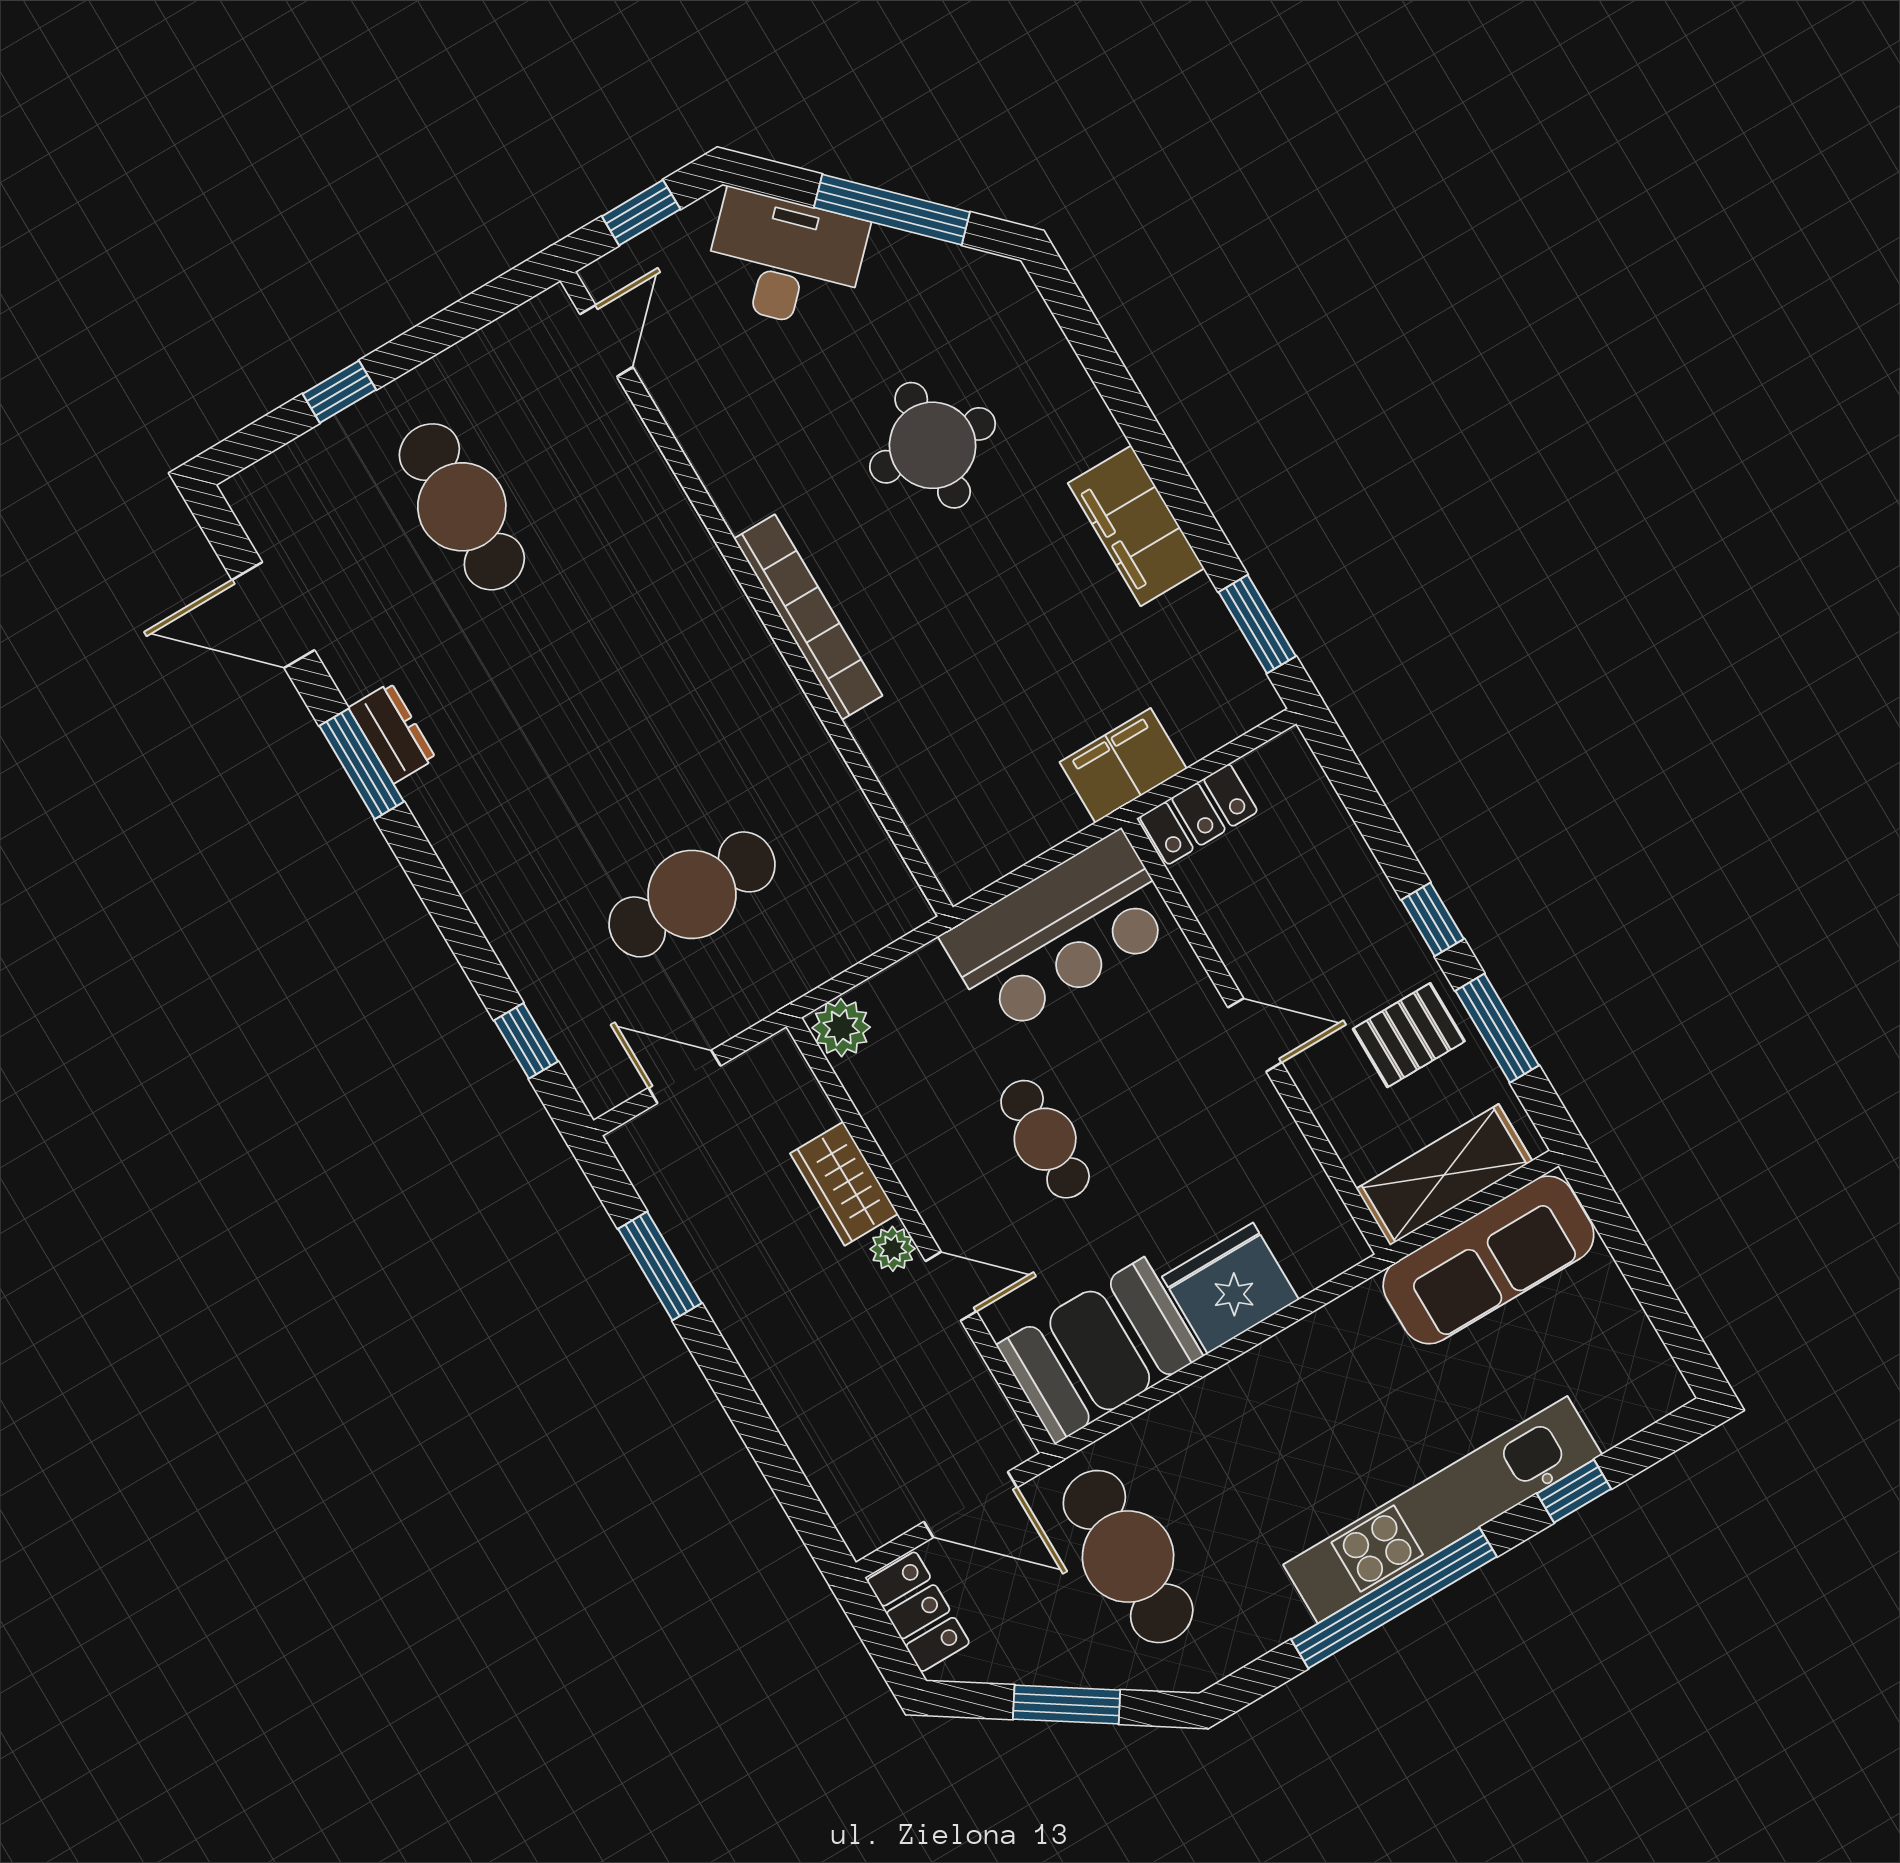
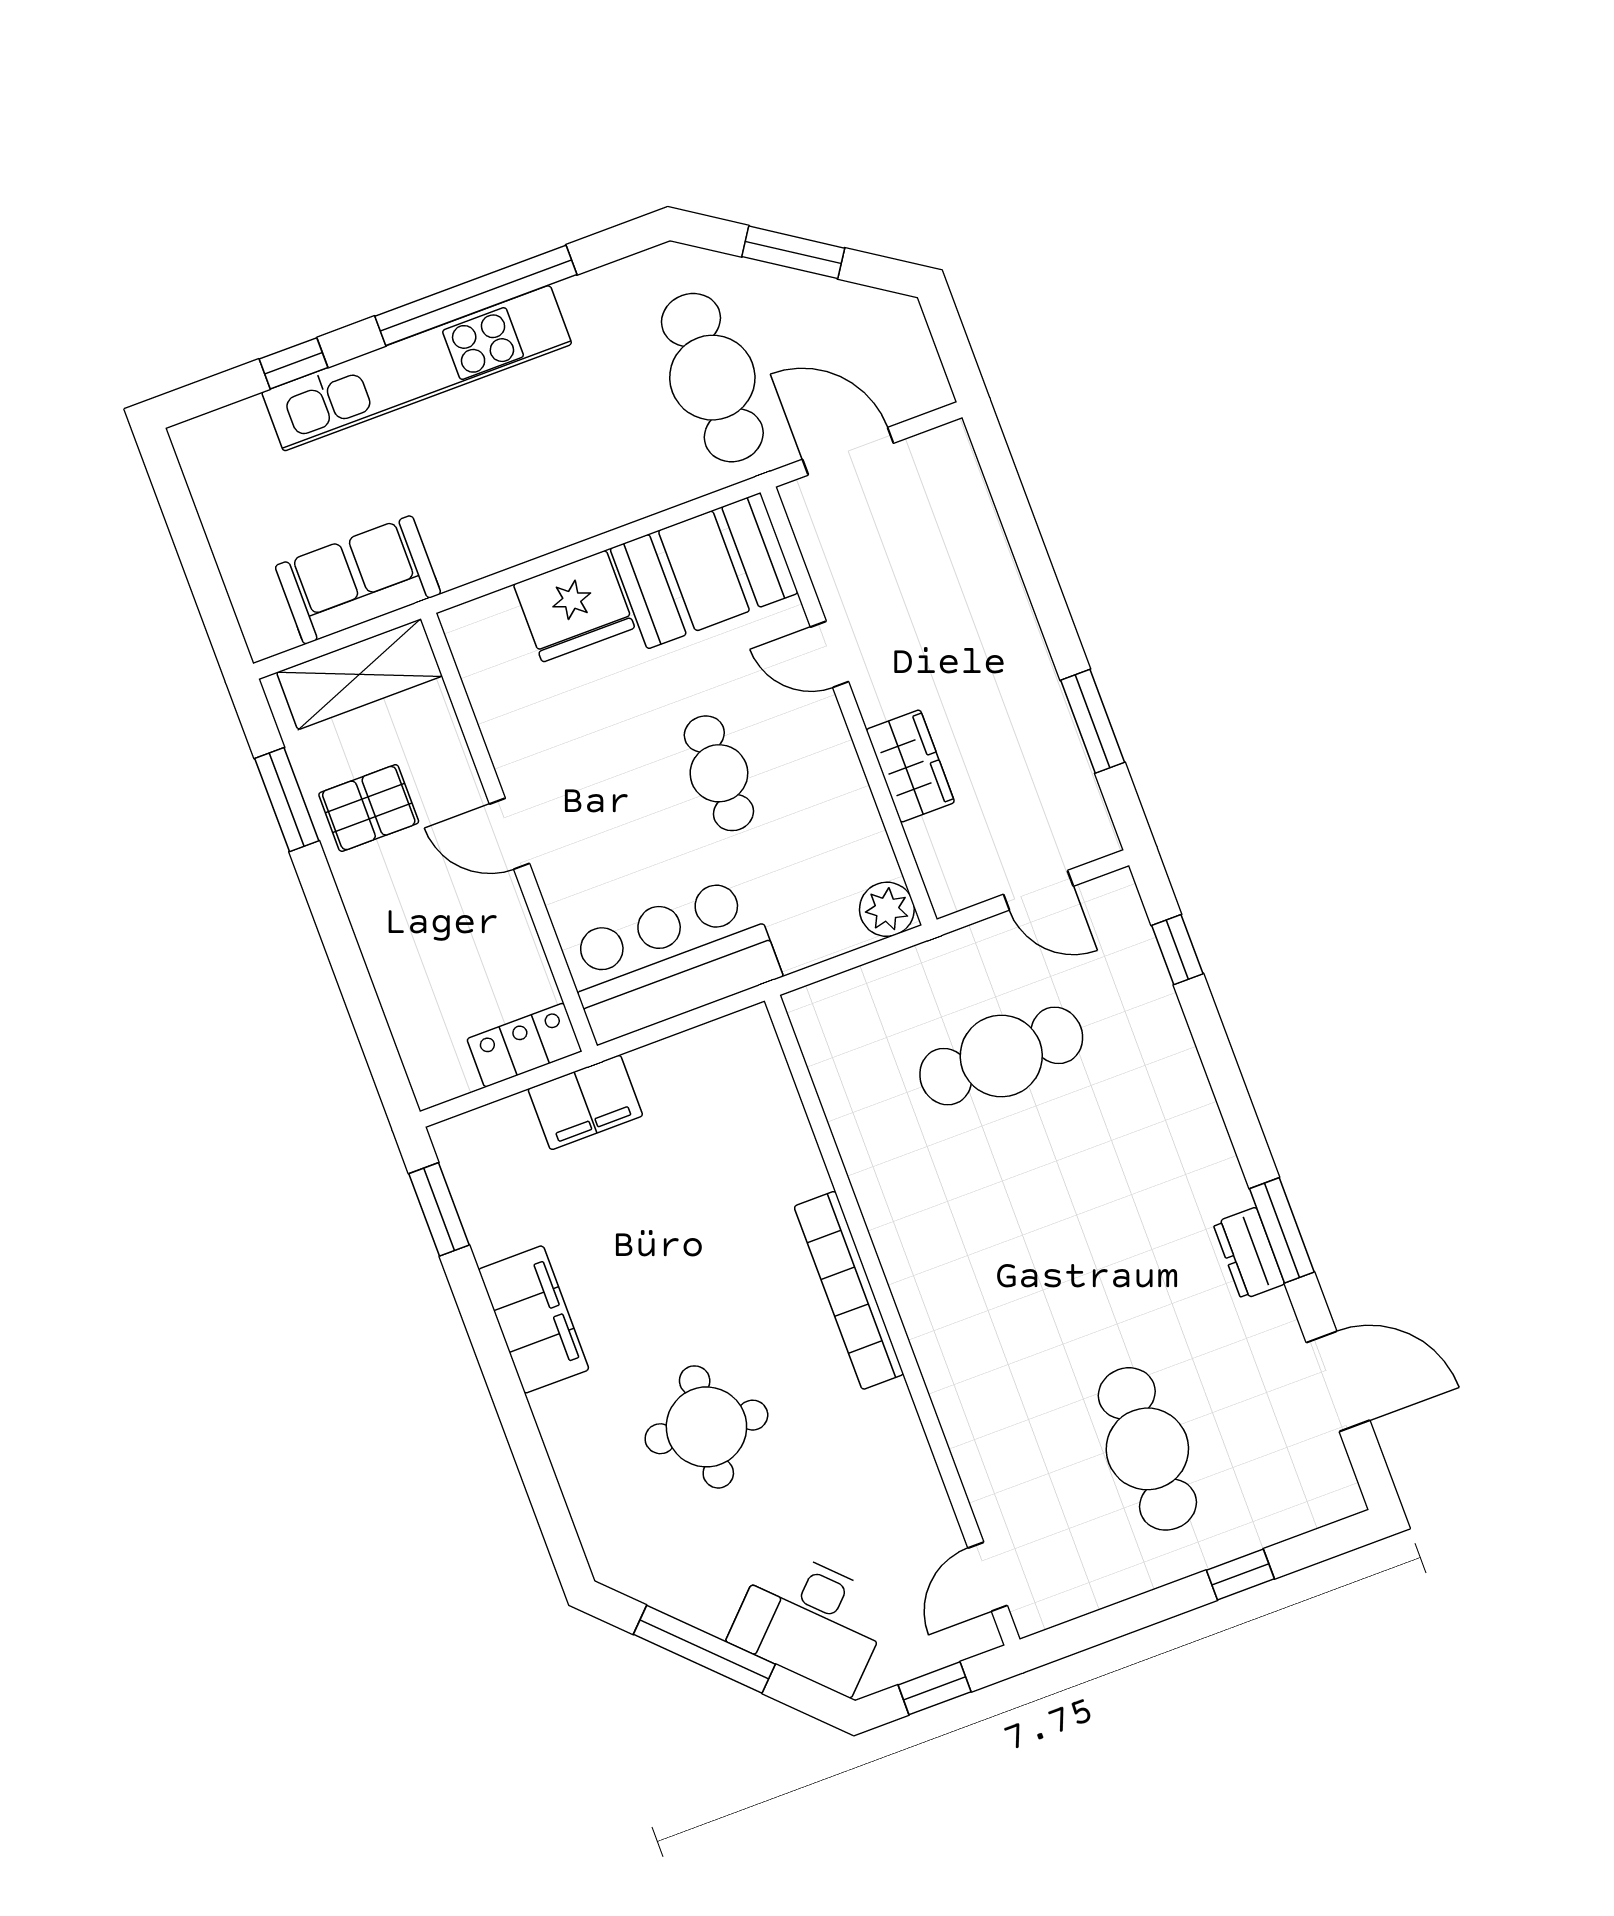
window: (1433, 919) -> (328, 910), removed
plant: (893, 1249) -> (877, 698), removed
sofa: (1488, 1260) -> (358, 580), width x0.73
locker: (918, 1612) -> (914, 362), removed

